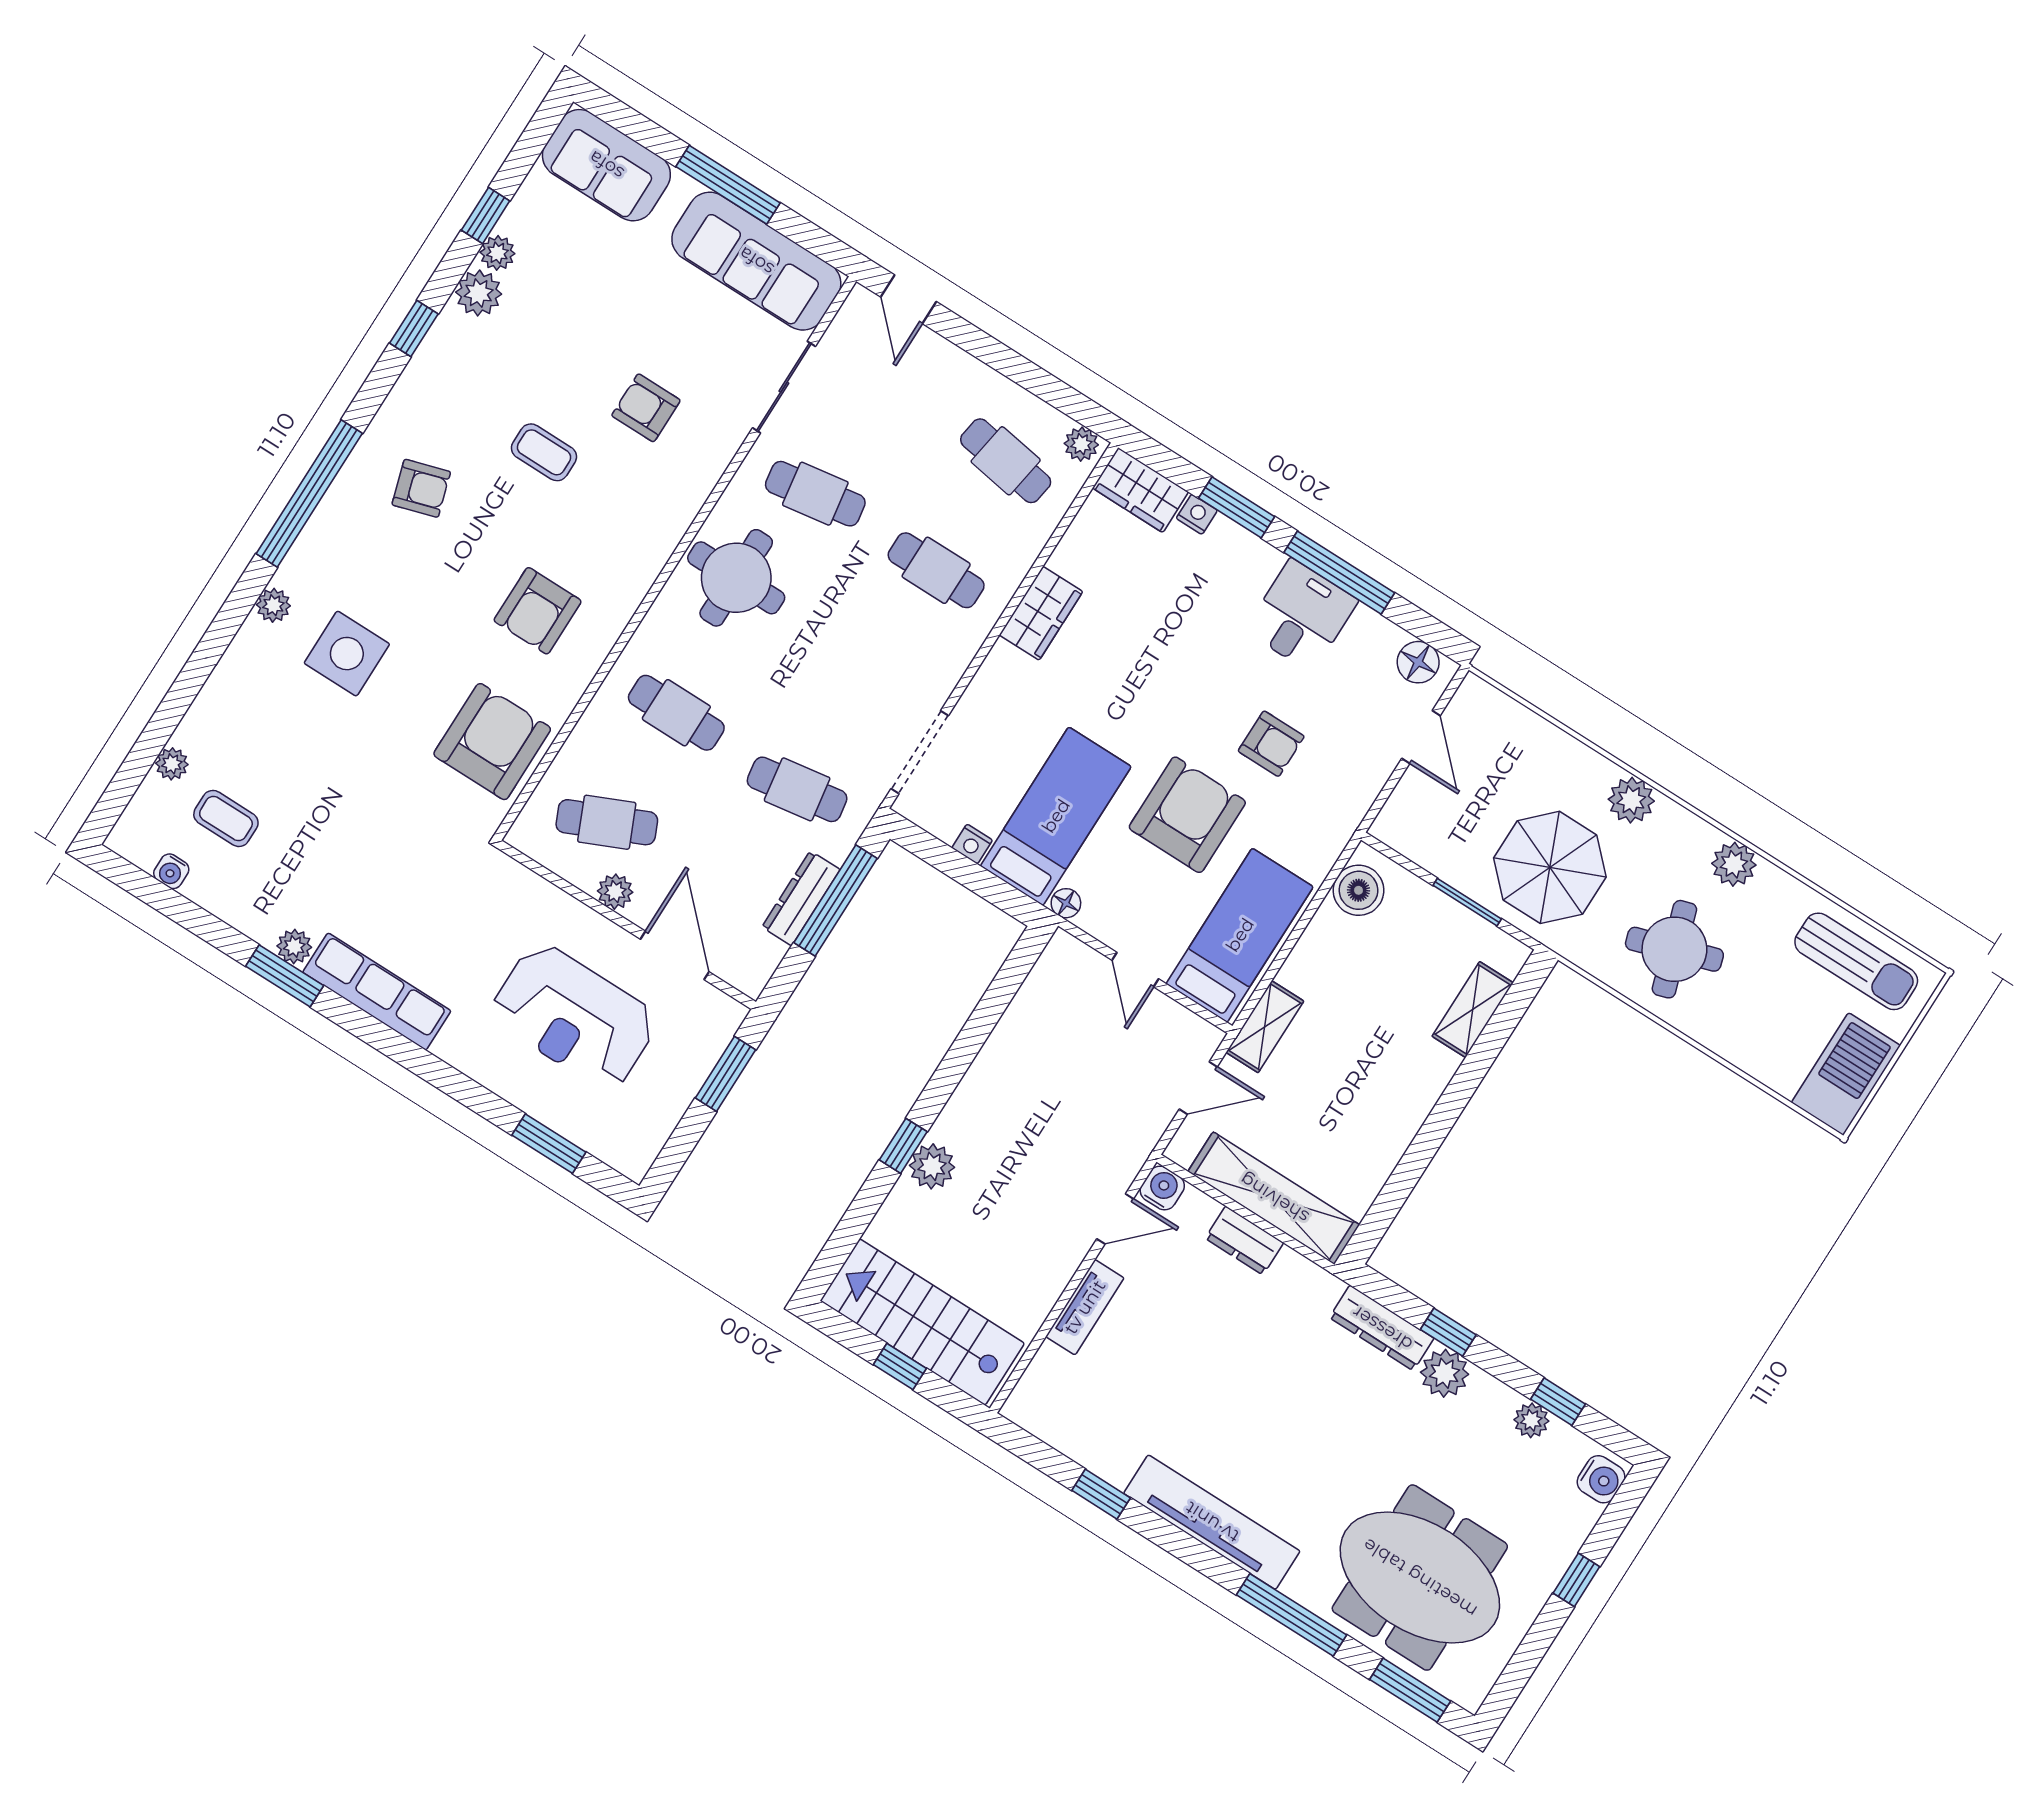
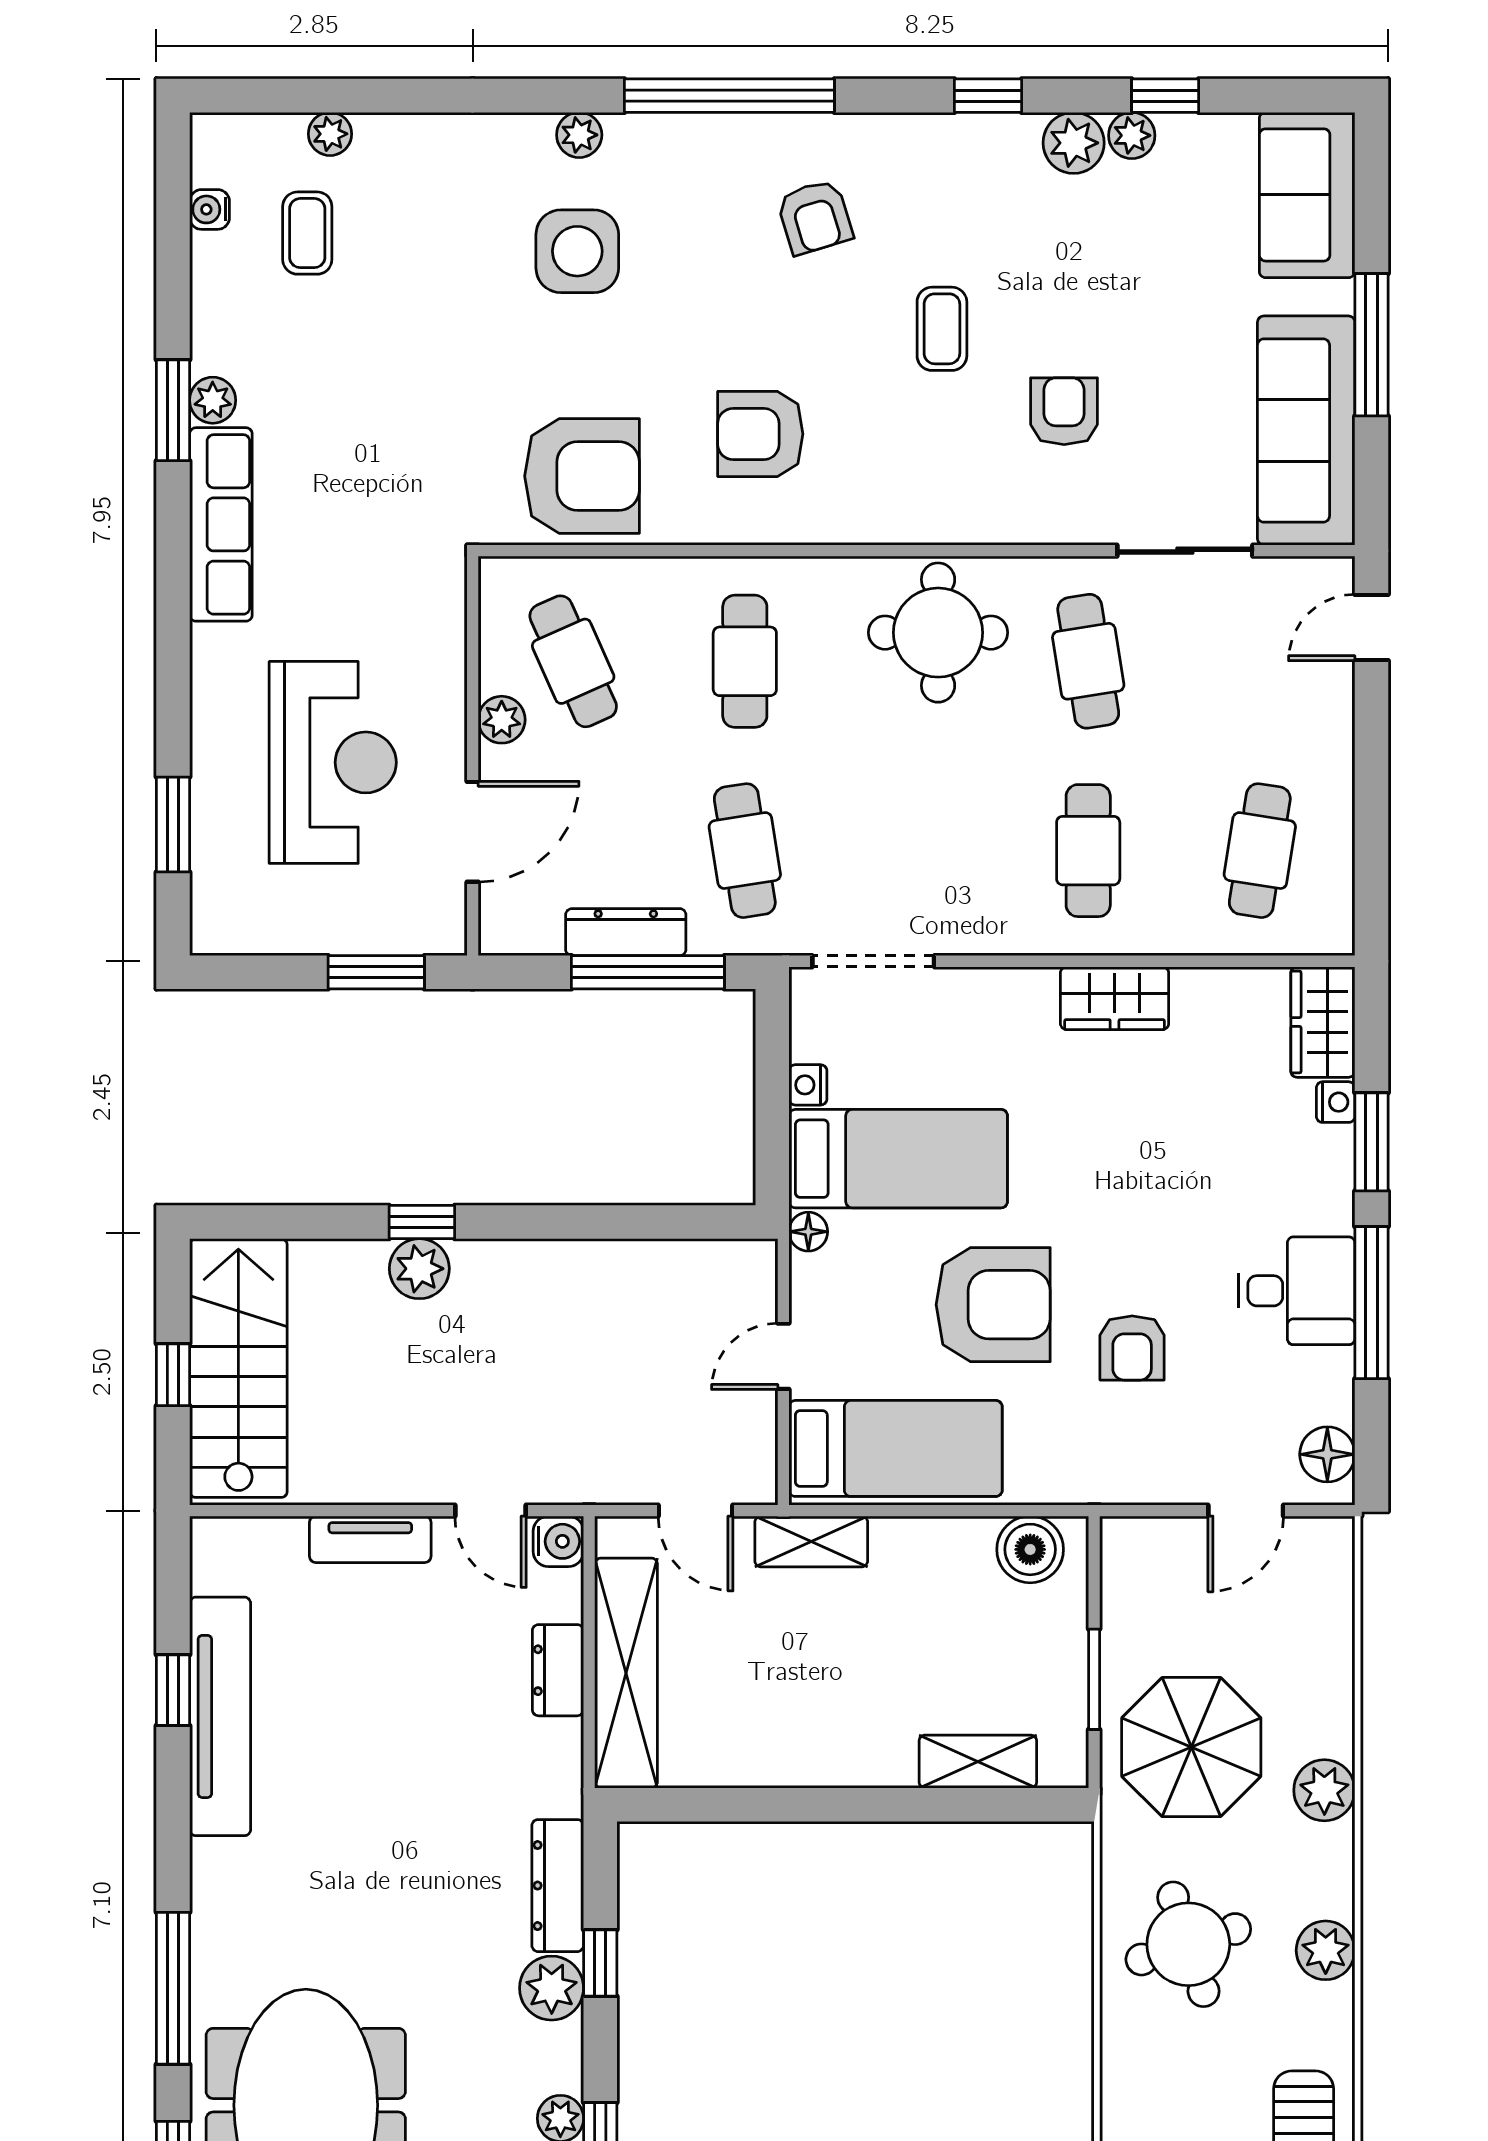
plant: (1081, 444) -> (1332, 923), removed
reception desk: (574, 1017) -> (333, 762), turned 180
tv unit: (1212, 1522) -> (220, 1716), moved

